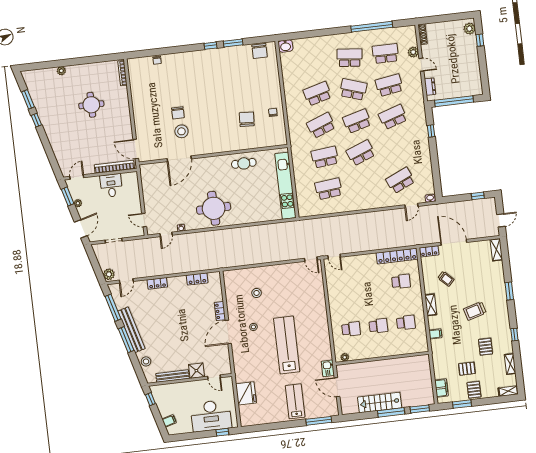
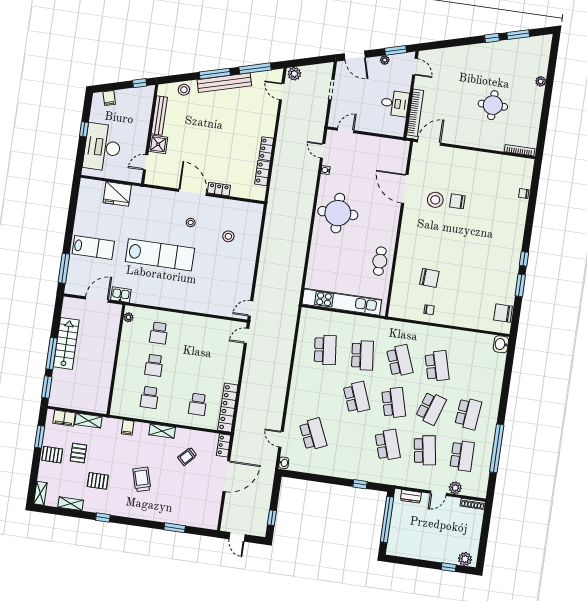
shelving: (496, 250) -> (88, 421), moved
locker: (157, 283) -> (266, 149), moved
window: (509, 291) -> (175, 528), moved
window: (222, 432) -> (84, 129), moved

